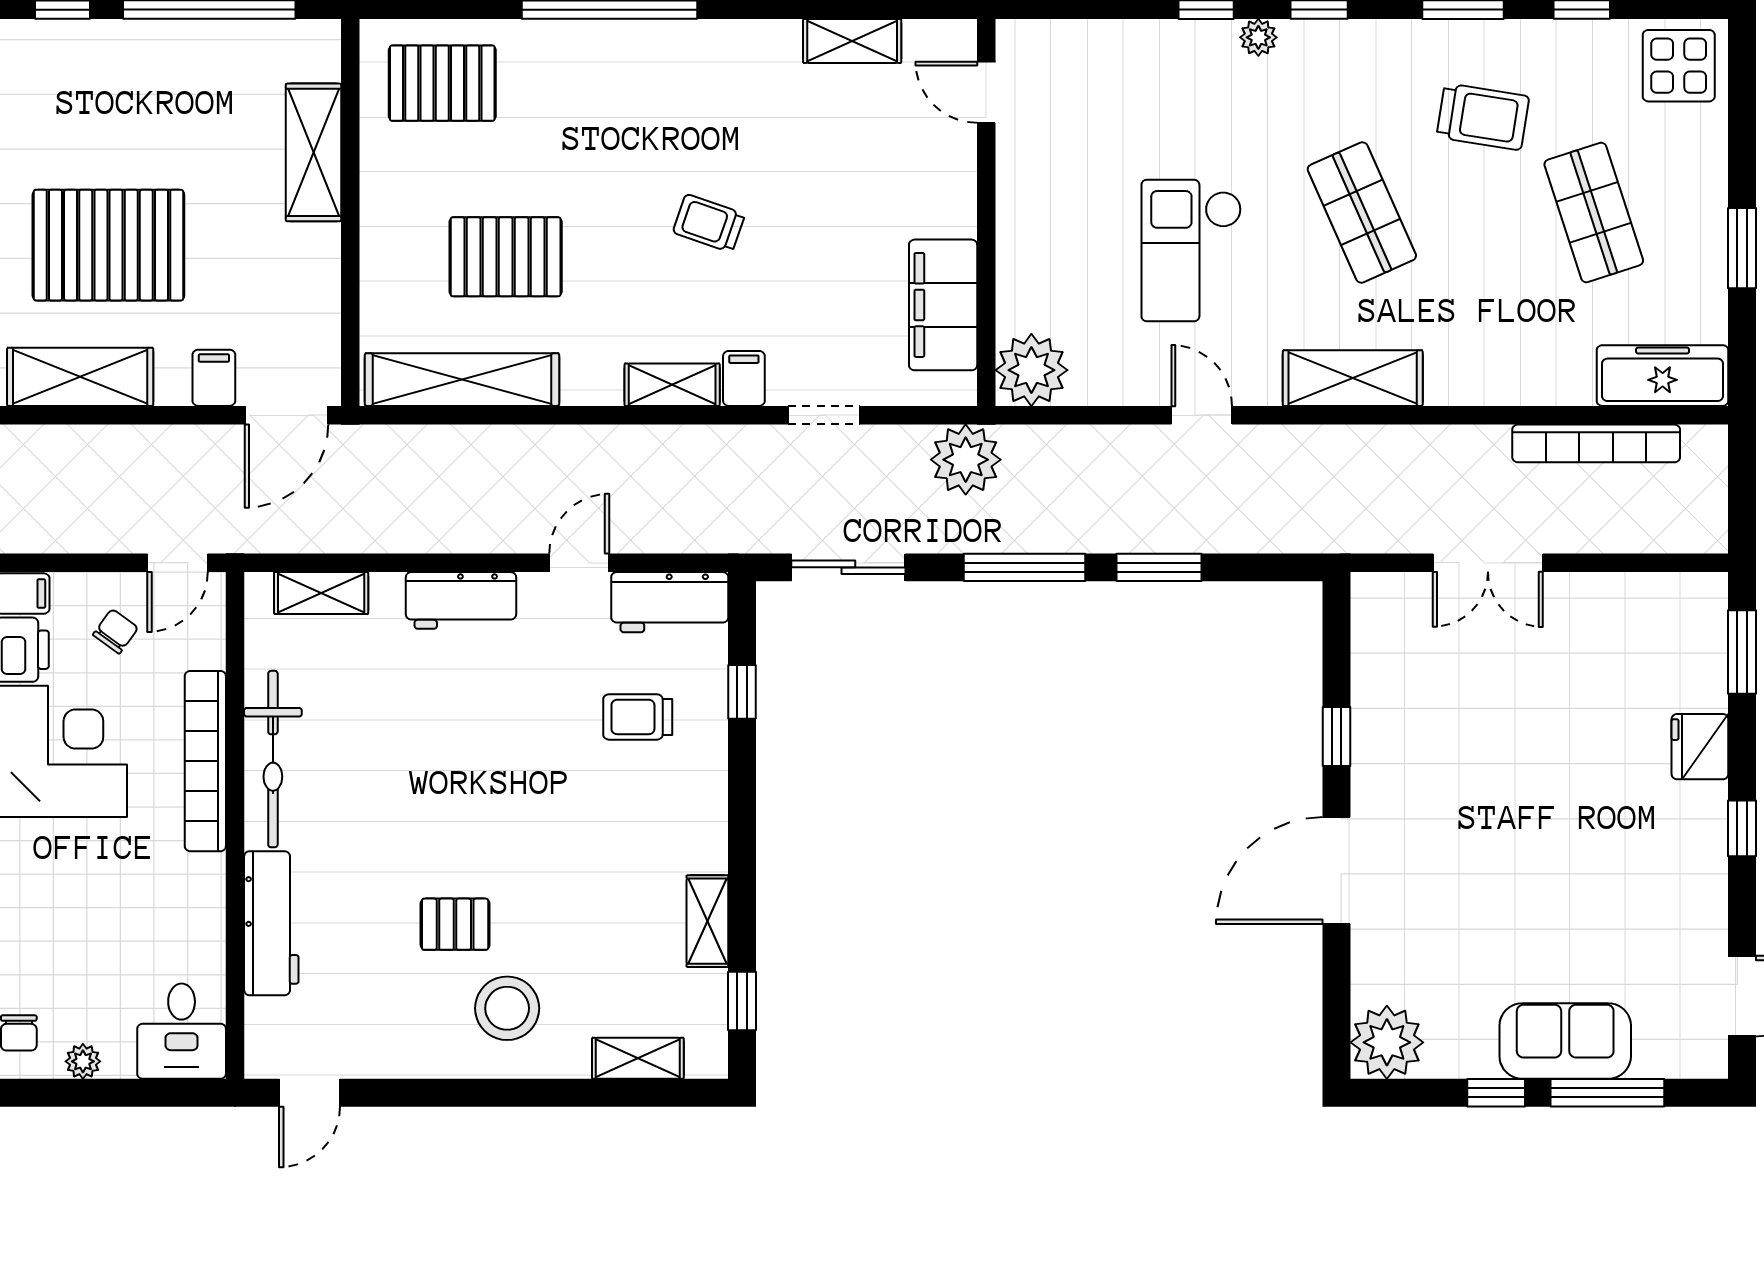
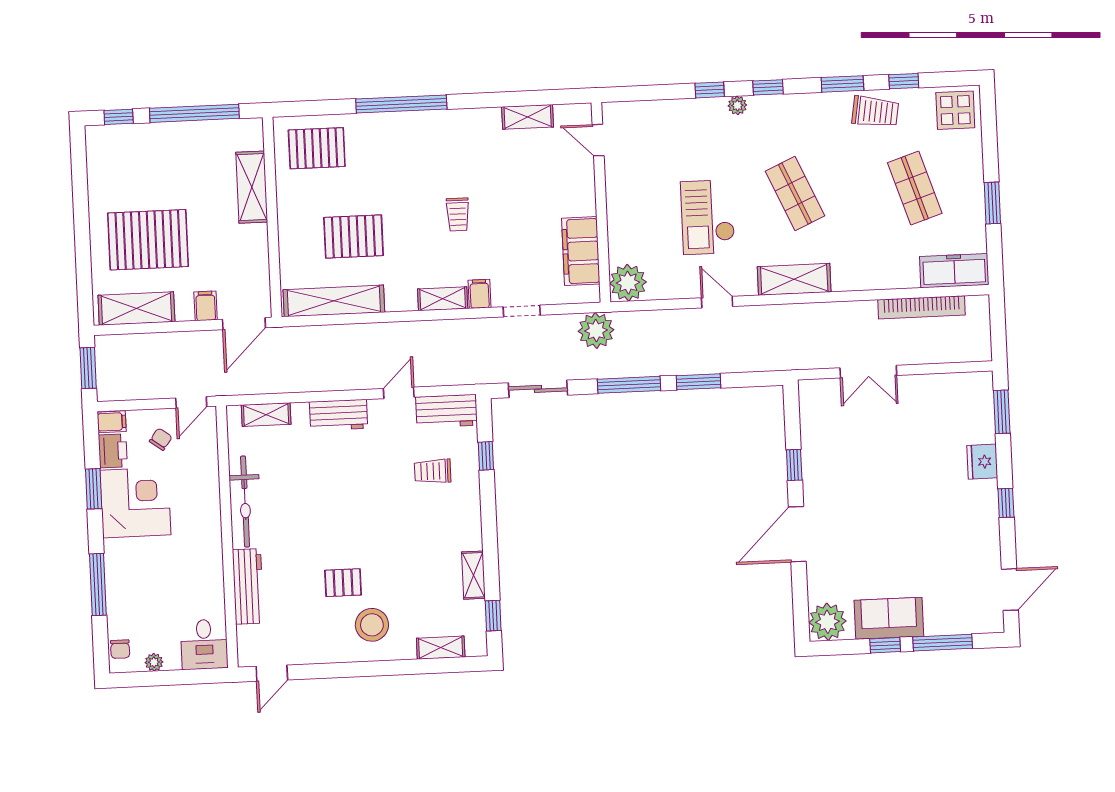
trolley: (1483, 117) -> (875, 112), moved
trolley: (709, 223) -> (458, 214), turned -109
bookcase: (205, 761) -> (210, 504), removed
sofa: (1565, 1041) -> (889, 618), moved

